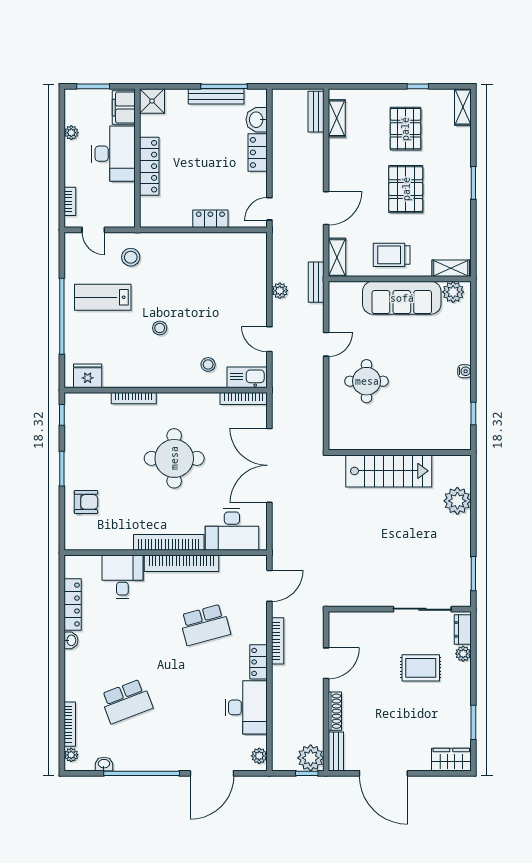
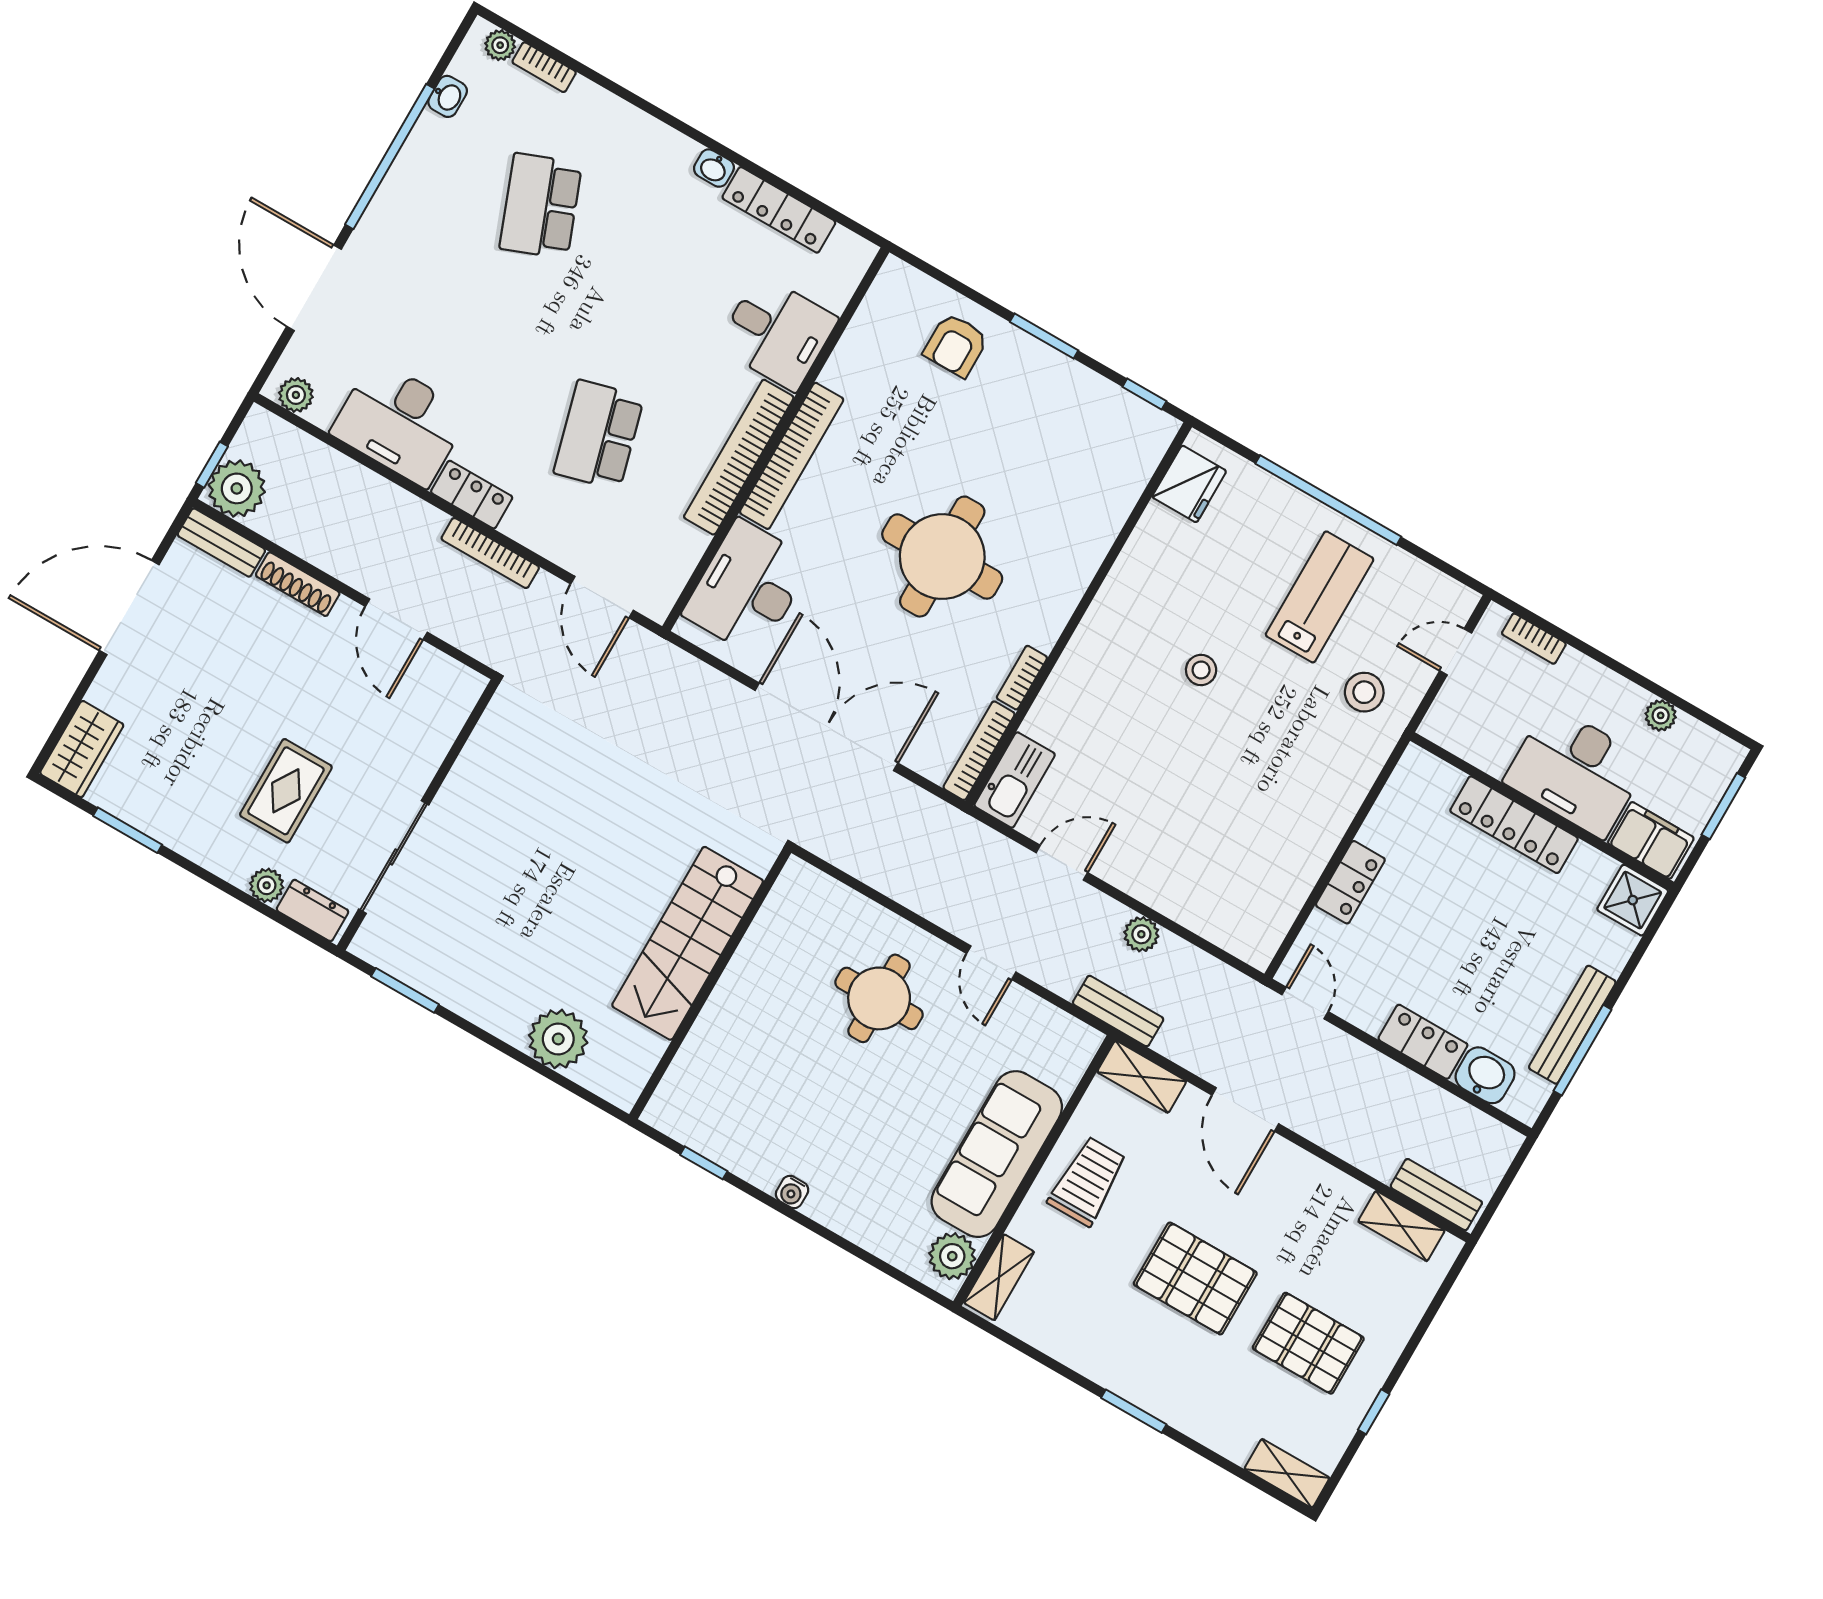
stool: (208, 364) -> (1081, 721), removed
bookcase: (134, 398) -> (1022, 678), moved, width x0.64
bookcase: (70, 724) -> (544, 67), width x0.64

